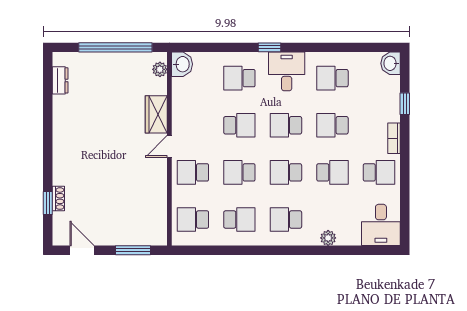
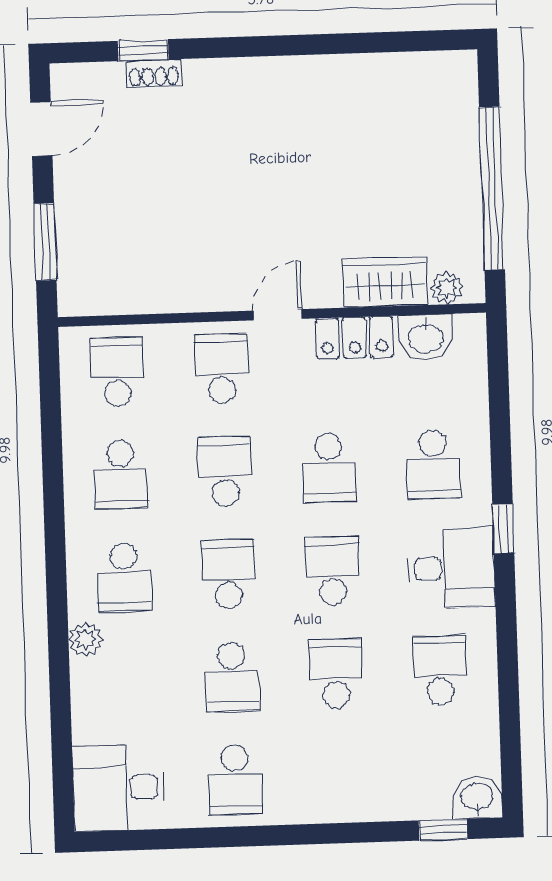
washbasin: (182, 64) -> (426, 338), moved
school desk: (239, 78) -> (433, 464), turned 180
dresser: (60, 80) -> (415, 68), removed
window: (405, 104) -> (443, 830), moved
locker: (181, 112) -> (355, 338), added
wardrobe: (156, 114) -> (385, 282), moved
bookcase: (394, 138) -> (312, 810), removed
door: (169, 146) -> (277, 315), hinge flipped
school desk: (286, 220) -> (124, 577), turned 180
plant: (328, 238) -> (85, 639), moved

